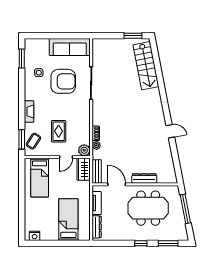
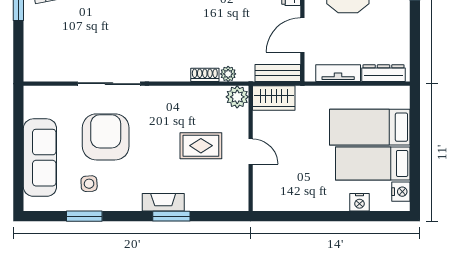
sofa: (70, 47) -> (40, 158), moved
window: (22, 59) -> (84, 216), moved
window: (22, 139) -> (171, 216), moved
coffee table: (33, 141) -> (220, 194), removed
door: (66, 157) -> (251, 152), moved
bed: (40, 178) -> (373, 163), moved, turned 180
nightstand: (29, 214) -> (360, 202), added

